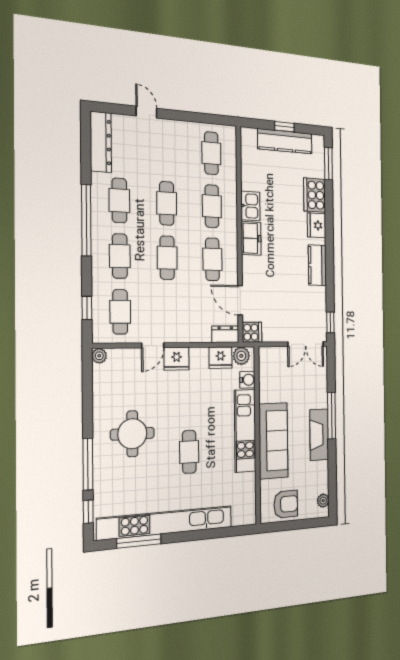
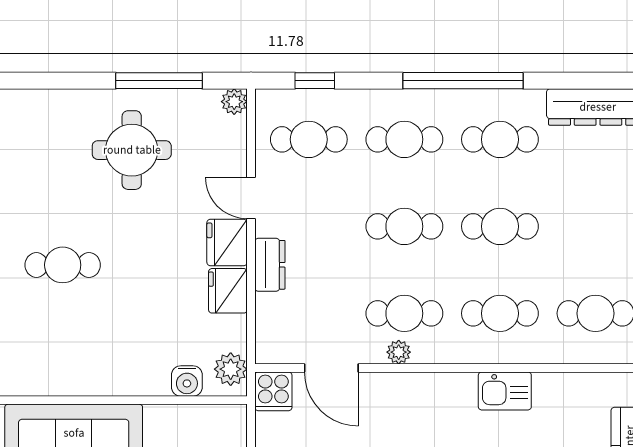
freezer: (251, 238) -> (445, 392), removed
plant: (232, 263) -> (399, 352), added
door: (240, 300) -> (331, 368), swing flipped
dresser: (225, 334) -> (270, 265), moved
fridge: (221, 358) -> (228, 291), moved
kitchen unit: (245, 431) -> (95, 375), removed
round table: (132, 434) -> (132, 150), moved
window: (88, 464) -> (159, 81), moved

